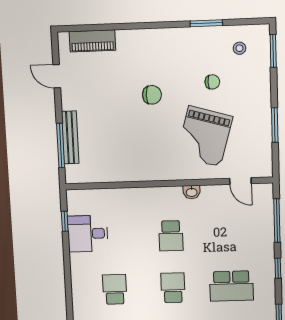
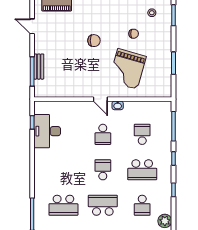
bench: (70, 137) -> (39, 67), width x0.73
door: (240, 181) -> (100, 99), moved
desk: (88, 234) -> (47, 131), width x1.37
school desk: (115, 289) -> (142, 134), moved

